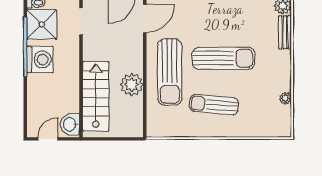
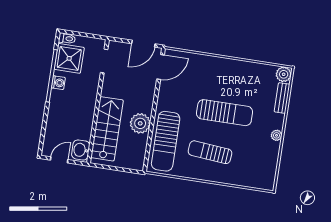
washing machine: (40, 59) -> (58, 83), width x0.53, depth x0.53
sun lounger: (170, 72) -> (166, 141), moved
plant: (285, 98) -> (277, 135), moved

